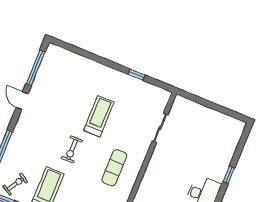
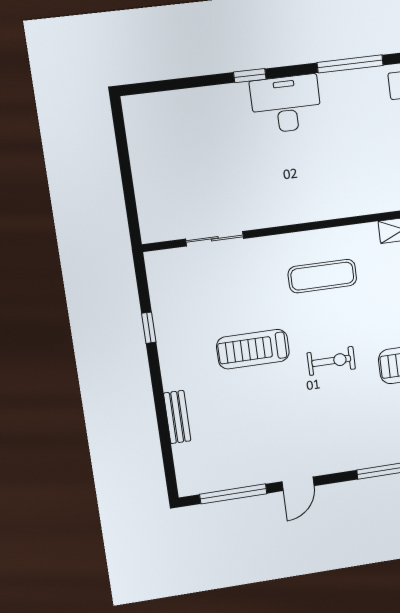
bench: (88, 63) -> (177, 417), added
window: (229, 175) -> (250, 76), moved

